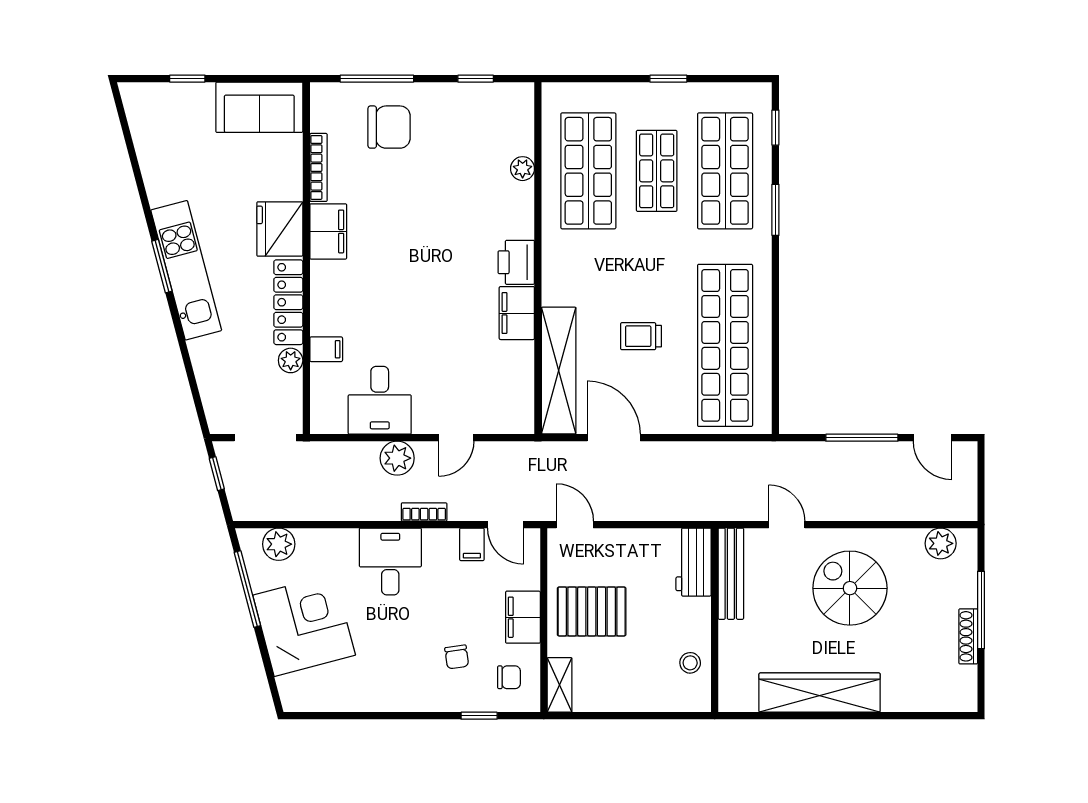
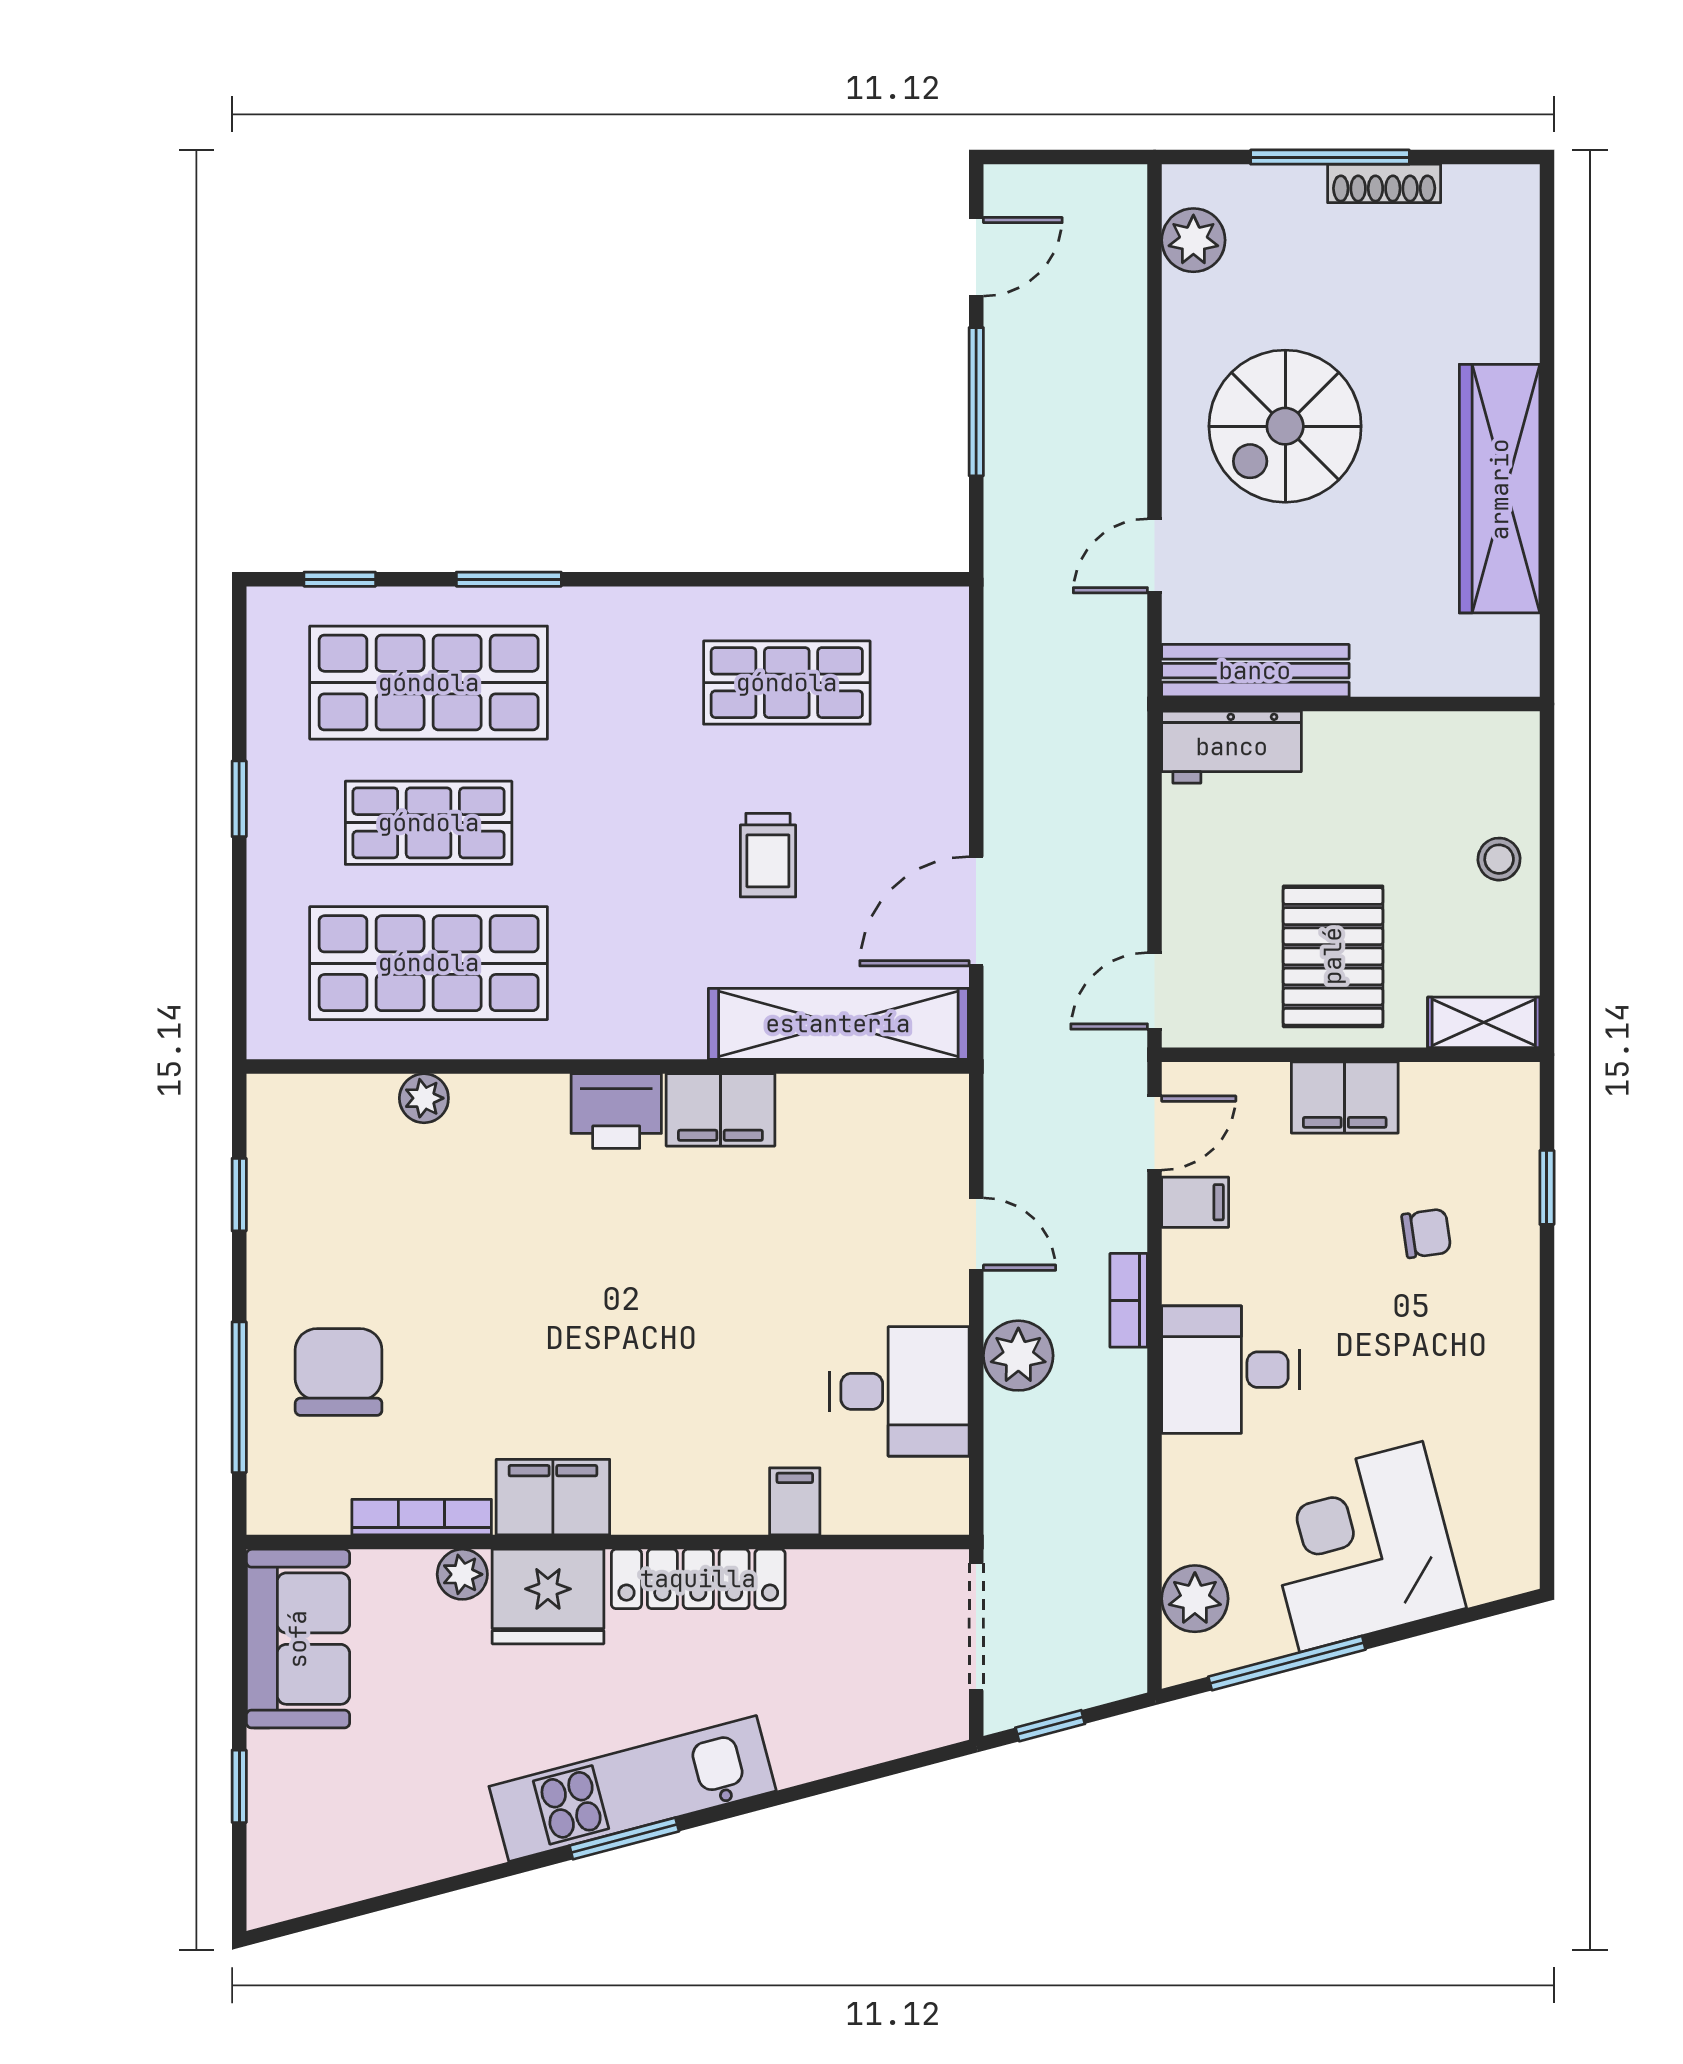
shop shelf: (725, 345) -> (787, 683), width x0.50, depth x0.74
plant: (291, 360) -> (462, 1574), moved
stool: (690, 663) -> (1499, 859), moved
chair: (509, 677) -> (1468, 1126), removed

